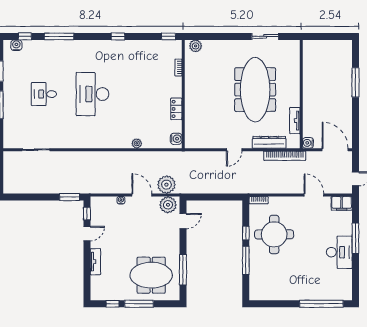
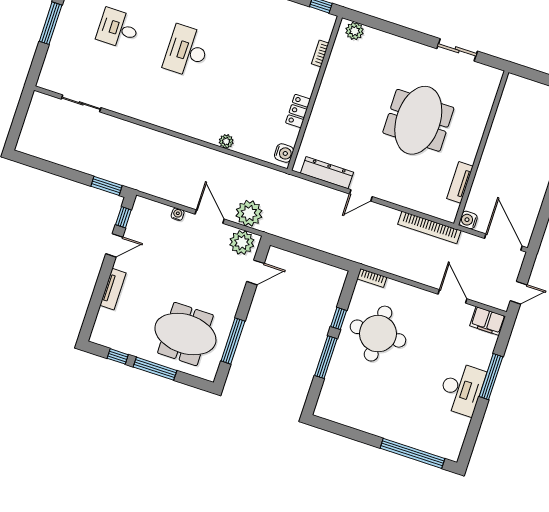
meeting table: (255, 90) -> (418, 120), width x0.73
desk: (92, 94) -> (187, 51), width x0.73, depth x0.77
dresser: (269, 142) -> (327, 173), moved

